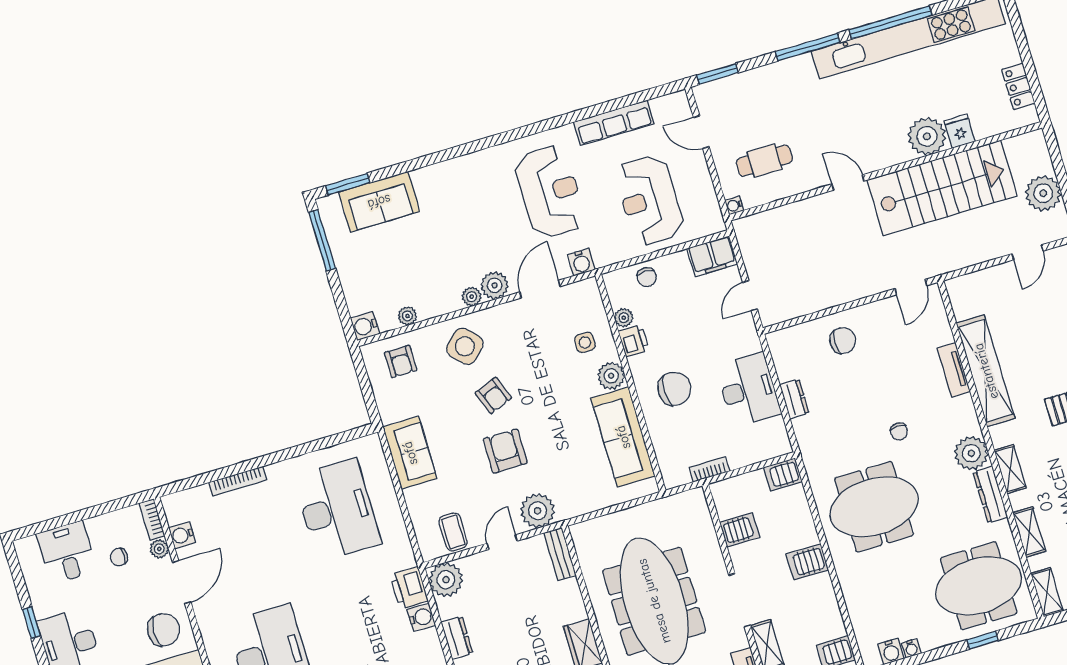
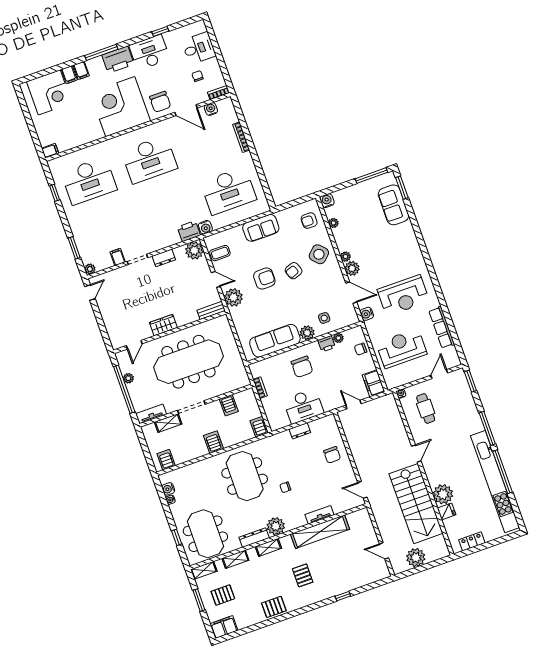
plant: (159, 549) -> (203, 97), removed
water cooler: (421, 617) -> (205, 227), moved

